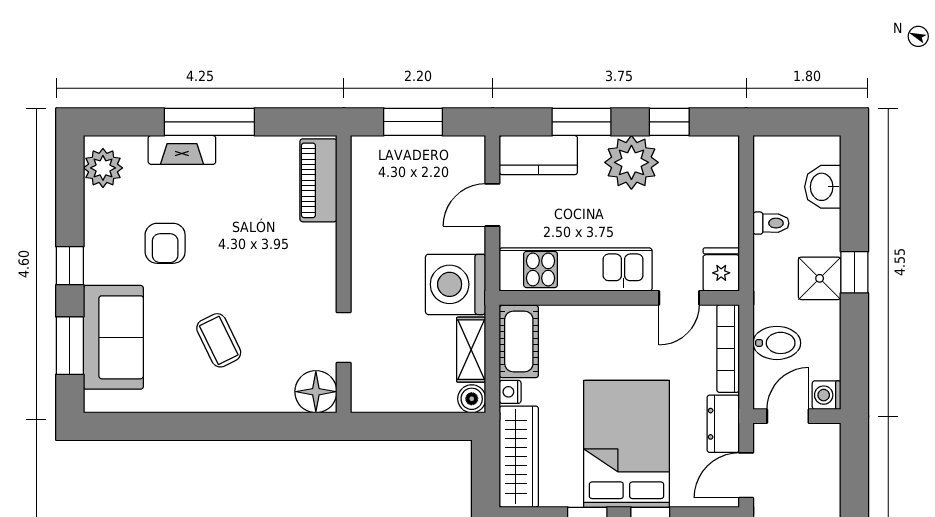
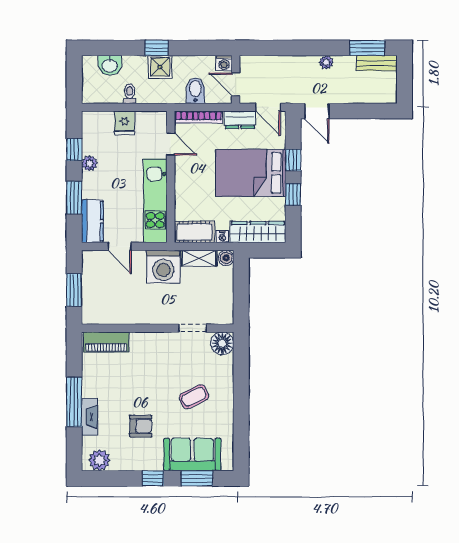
plant: (631, 162) -> (89, 163), width x0.53, depth x0.53
fridge: (721, 269) -> (124, 123), moved, turned -90

